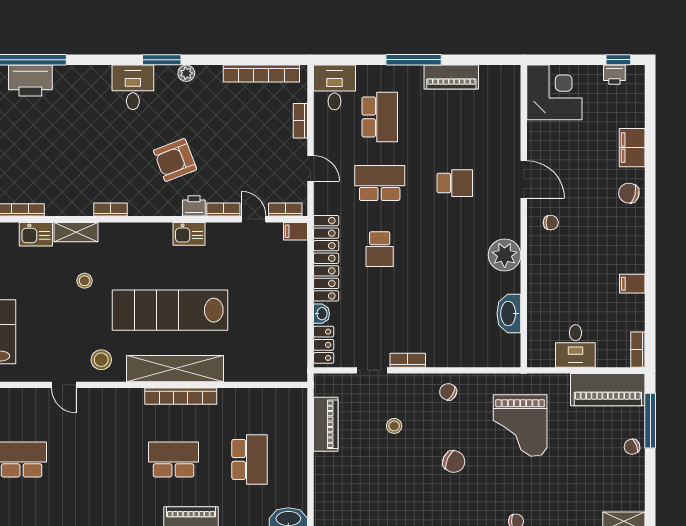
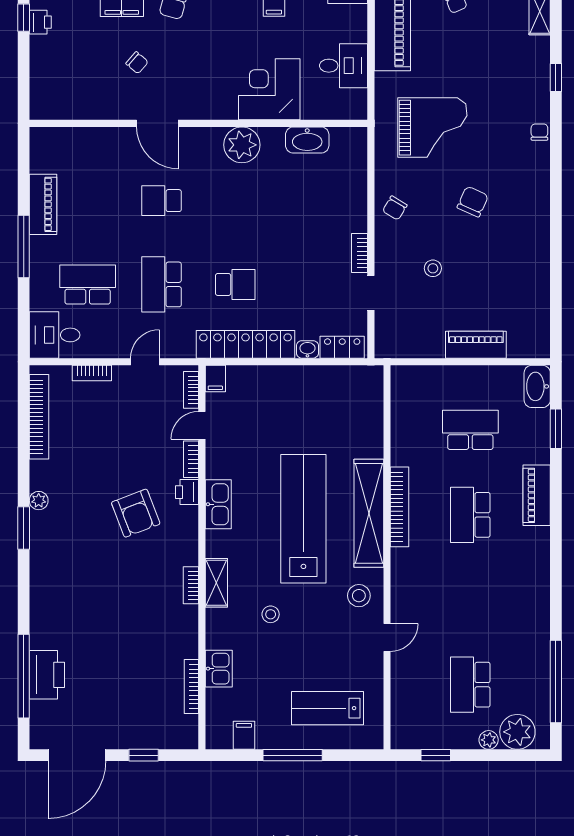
desk: (133, 87) -> (54, 560), removed
corner desk: (554, 92) -> (269, 89), moved
door: (524, 179) -> (157, 123), swing flipped
school desk: (455, 183) -> (161, 201), turned -90
chair: (551, 223) -> (137, 63), moved, turned 131
shelving: (76, 232) -> (216, 583), moved
kitchen sink: (189, 234) -> (218, 504), width x1.38
lab bench: (170, 310) -> (303, 519), turned 180
piano: (326, 424) -> (476, 345), moved

